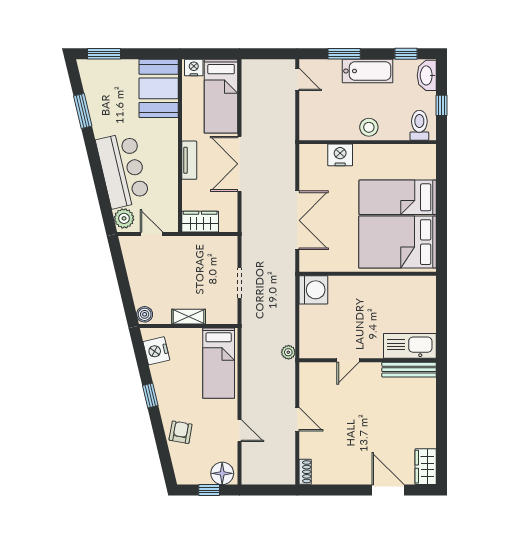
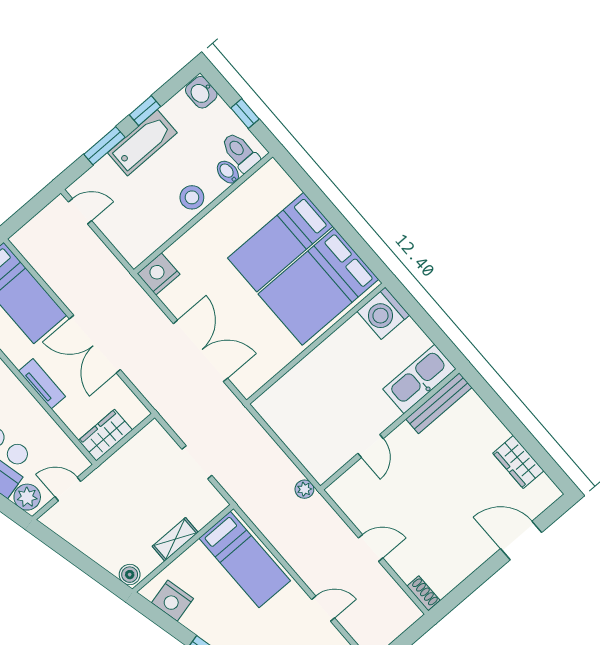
window: (406, 54) -> (145, 111), moved
washbasin: (427, 75) -> (201, 92), width x0.72
bidet: (402, 131) -> (228, 172), added
nightstand: (340, 155) -> (158, 274), moved
washing machine: (313, 290) -> (383, 313), moved, turned 180
wardrobe: (426, 467) -> (518, 462), moved

